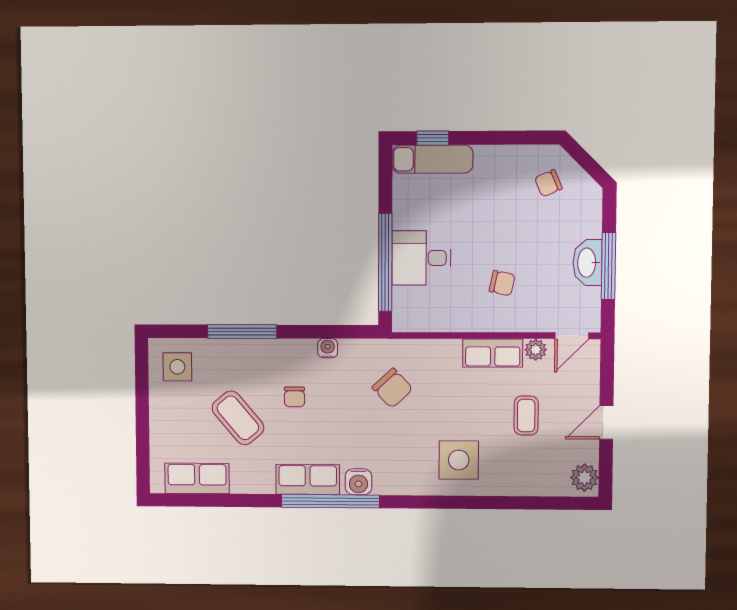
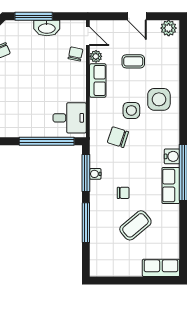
desk: (421, 258) -> (70, 118), moved, turned -90
window: (609, 266) -> (34, 16), moved
chair: (502, 283) -> (75, 54), moved
window: (329, 332) -> (86, 173), added
side table: (177, 367) -> (131, 110), moved
chair: (392, 388) -> (118, 137), turned -119
row of seats: (197, 478) -> (161, 268), moved, turned 90

